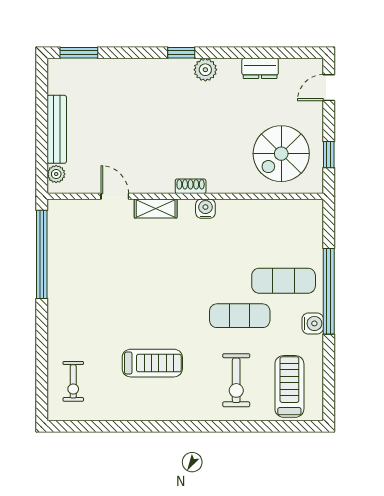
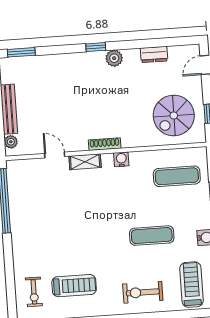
shoe rack: (191, 186) -> (105, 144), width x1.43
exercise mat: (284, 281) -> (177, 176), moved
treadmill: (152, 363) -> (74, 286), moved
exercise bike: (236, 380) -> (143, 292), moved, turned 90

